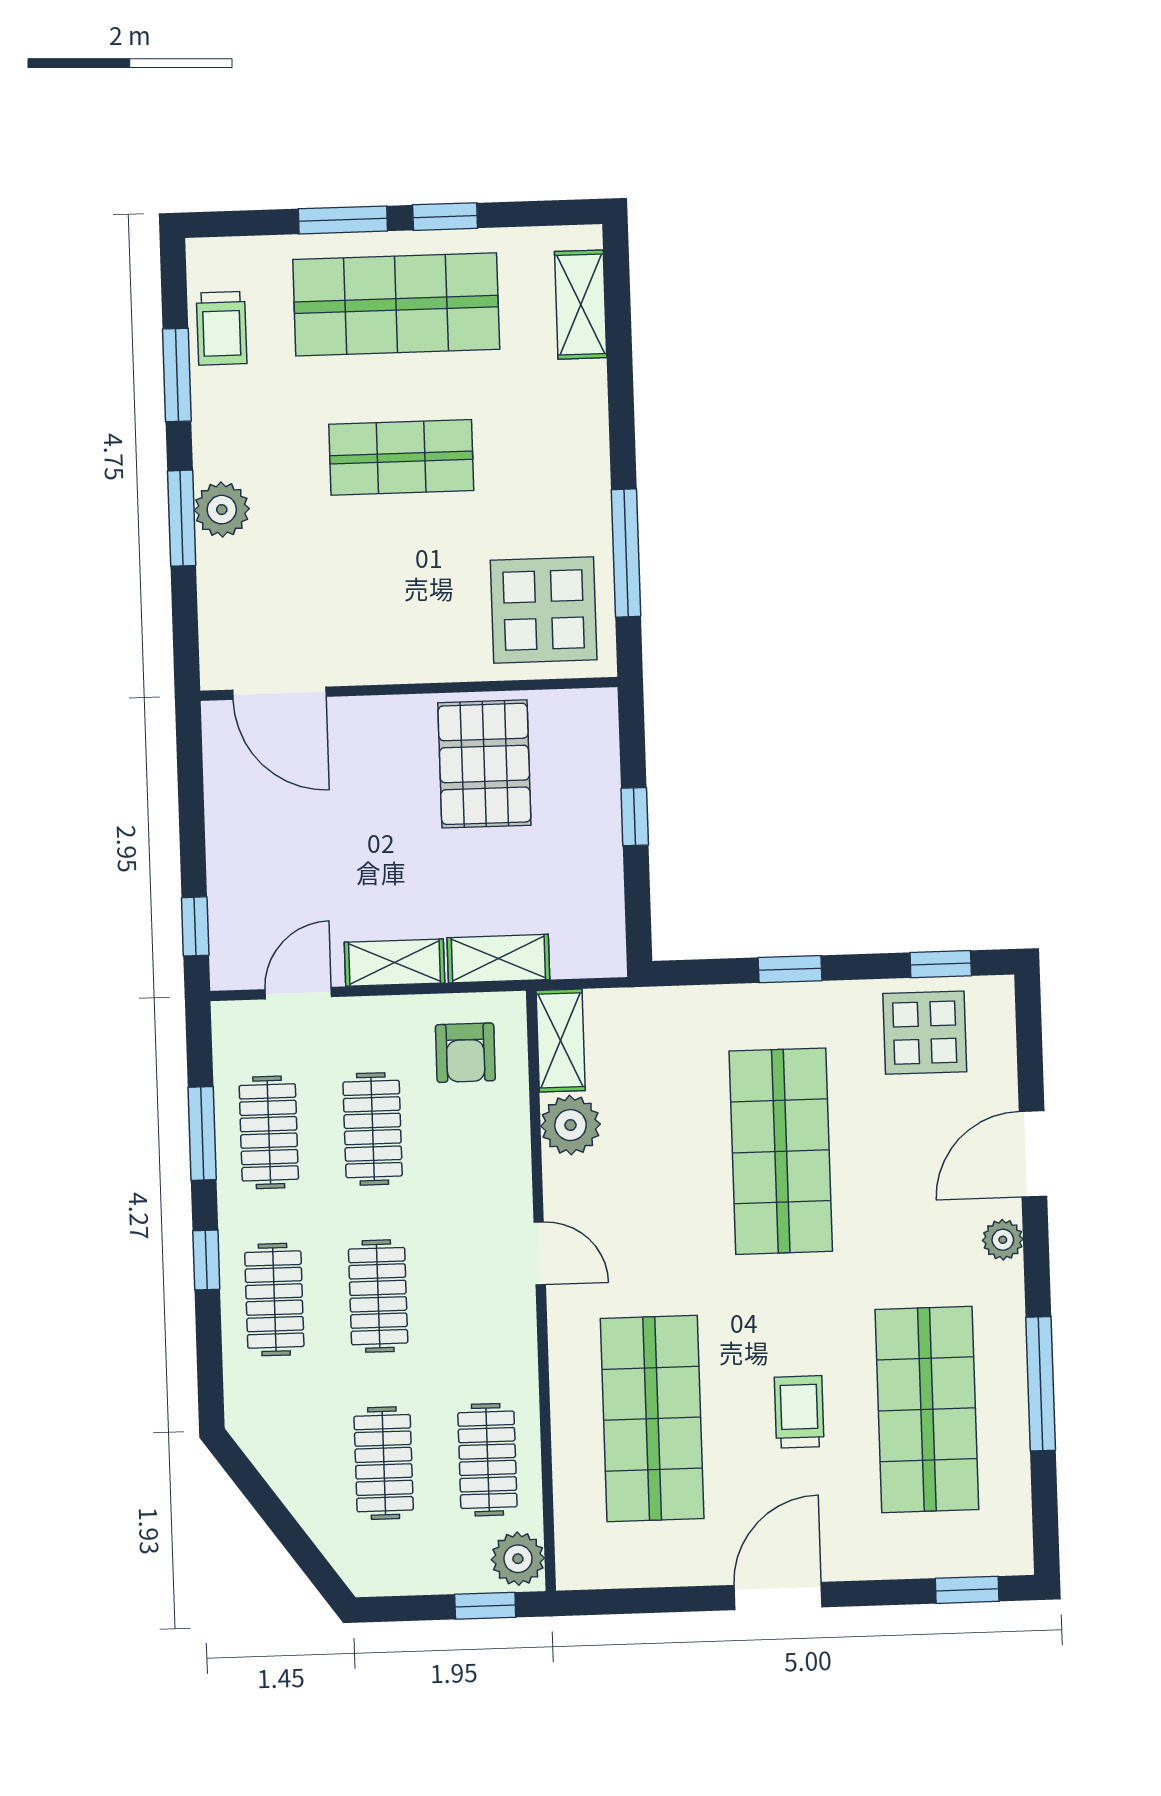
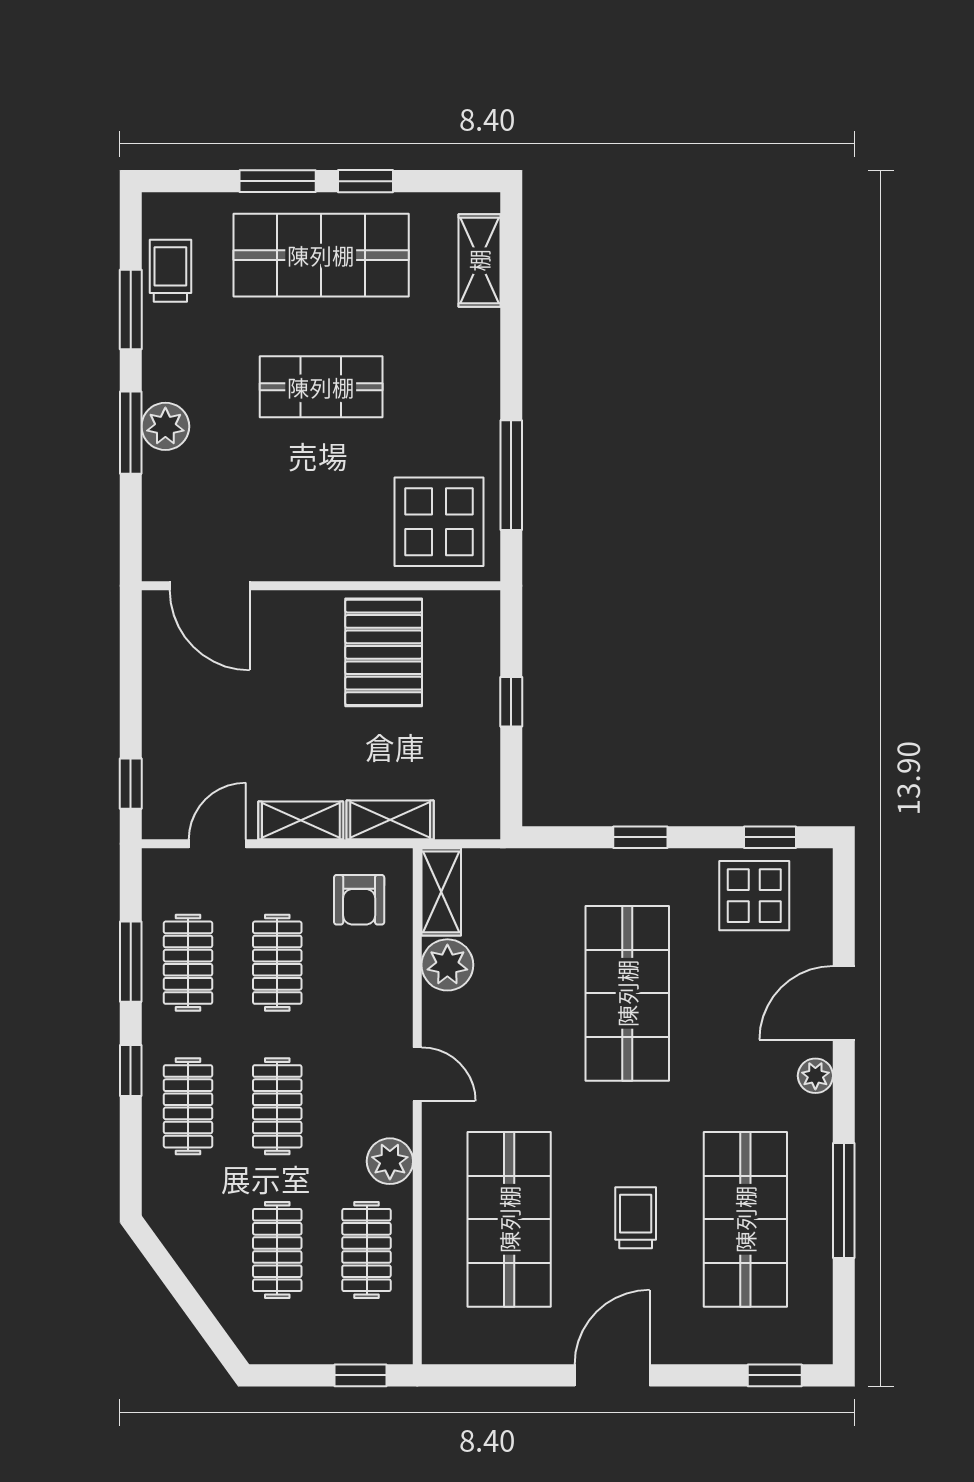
trolley: (222, 328) -> (170, 271), turned 180
plant: (518, 1559) -> (390, 1161), moved

